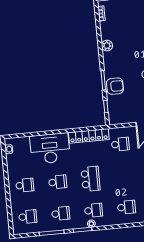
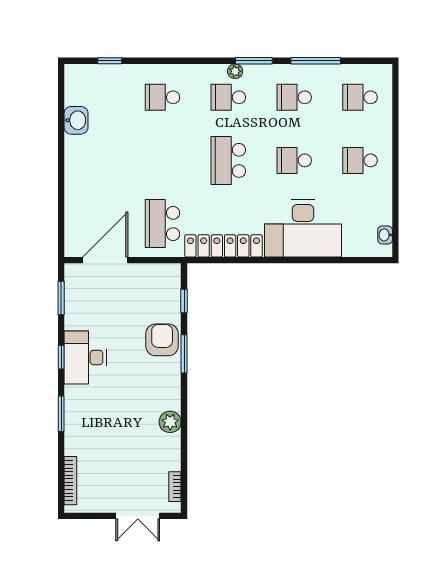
armchair: (115, 86) -> (162, 340), turned 90
school desk: (120, 144) -> (162, 224), width x1.85

